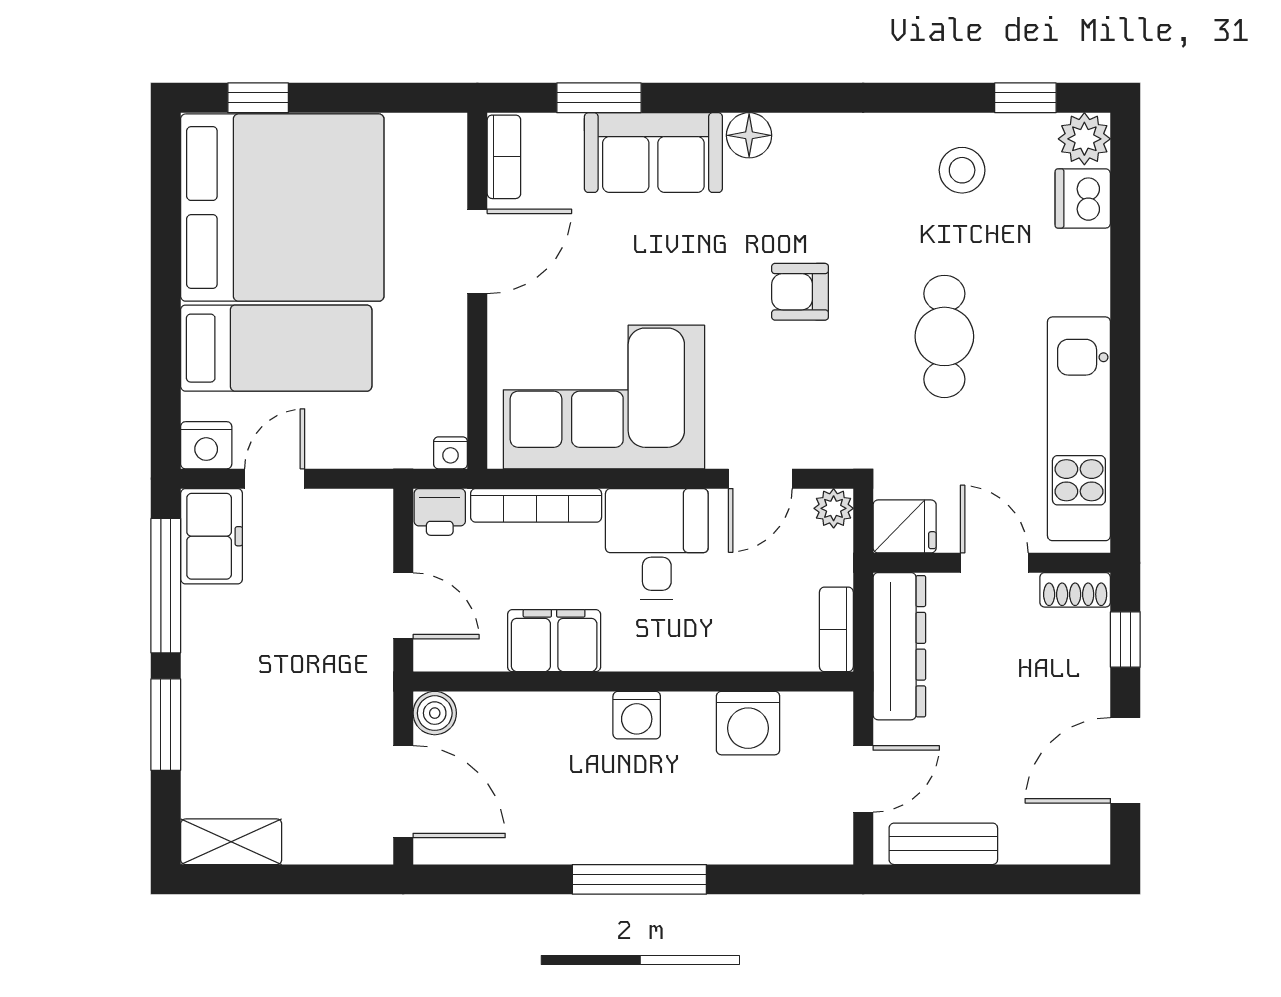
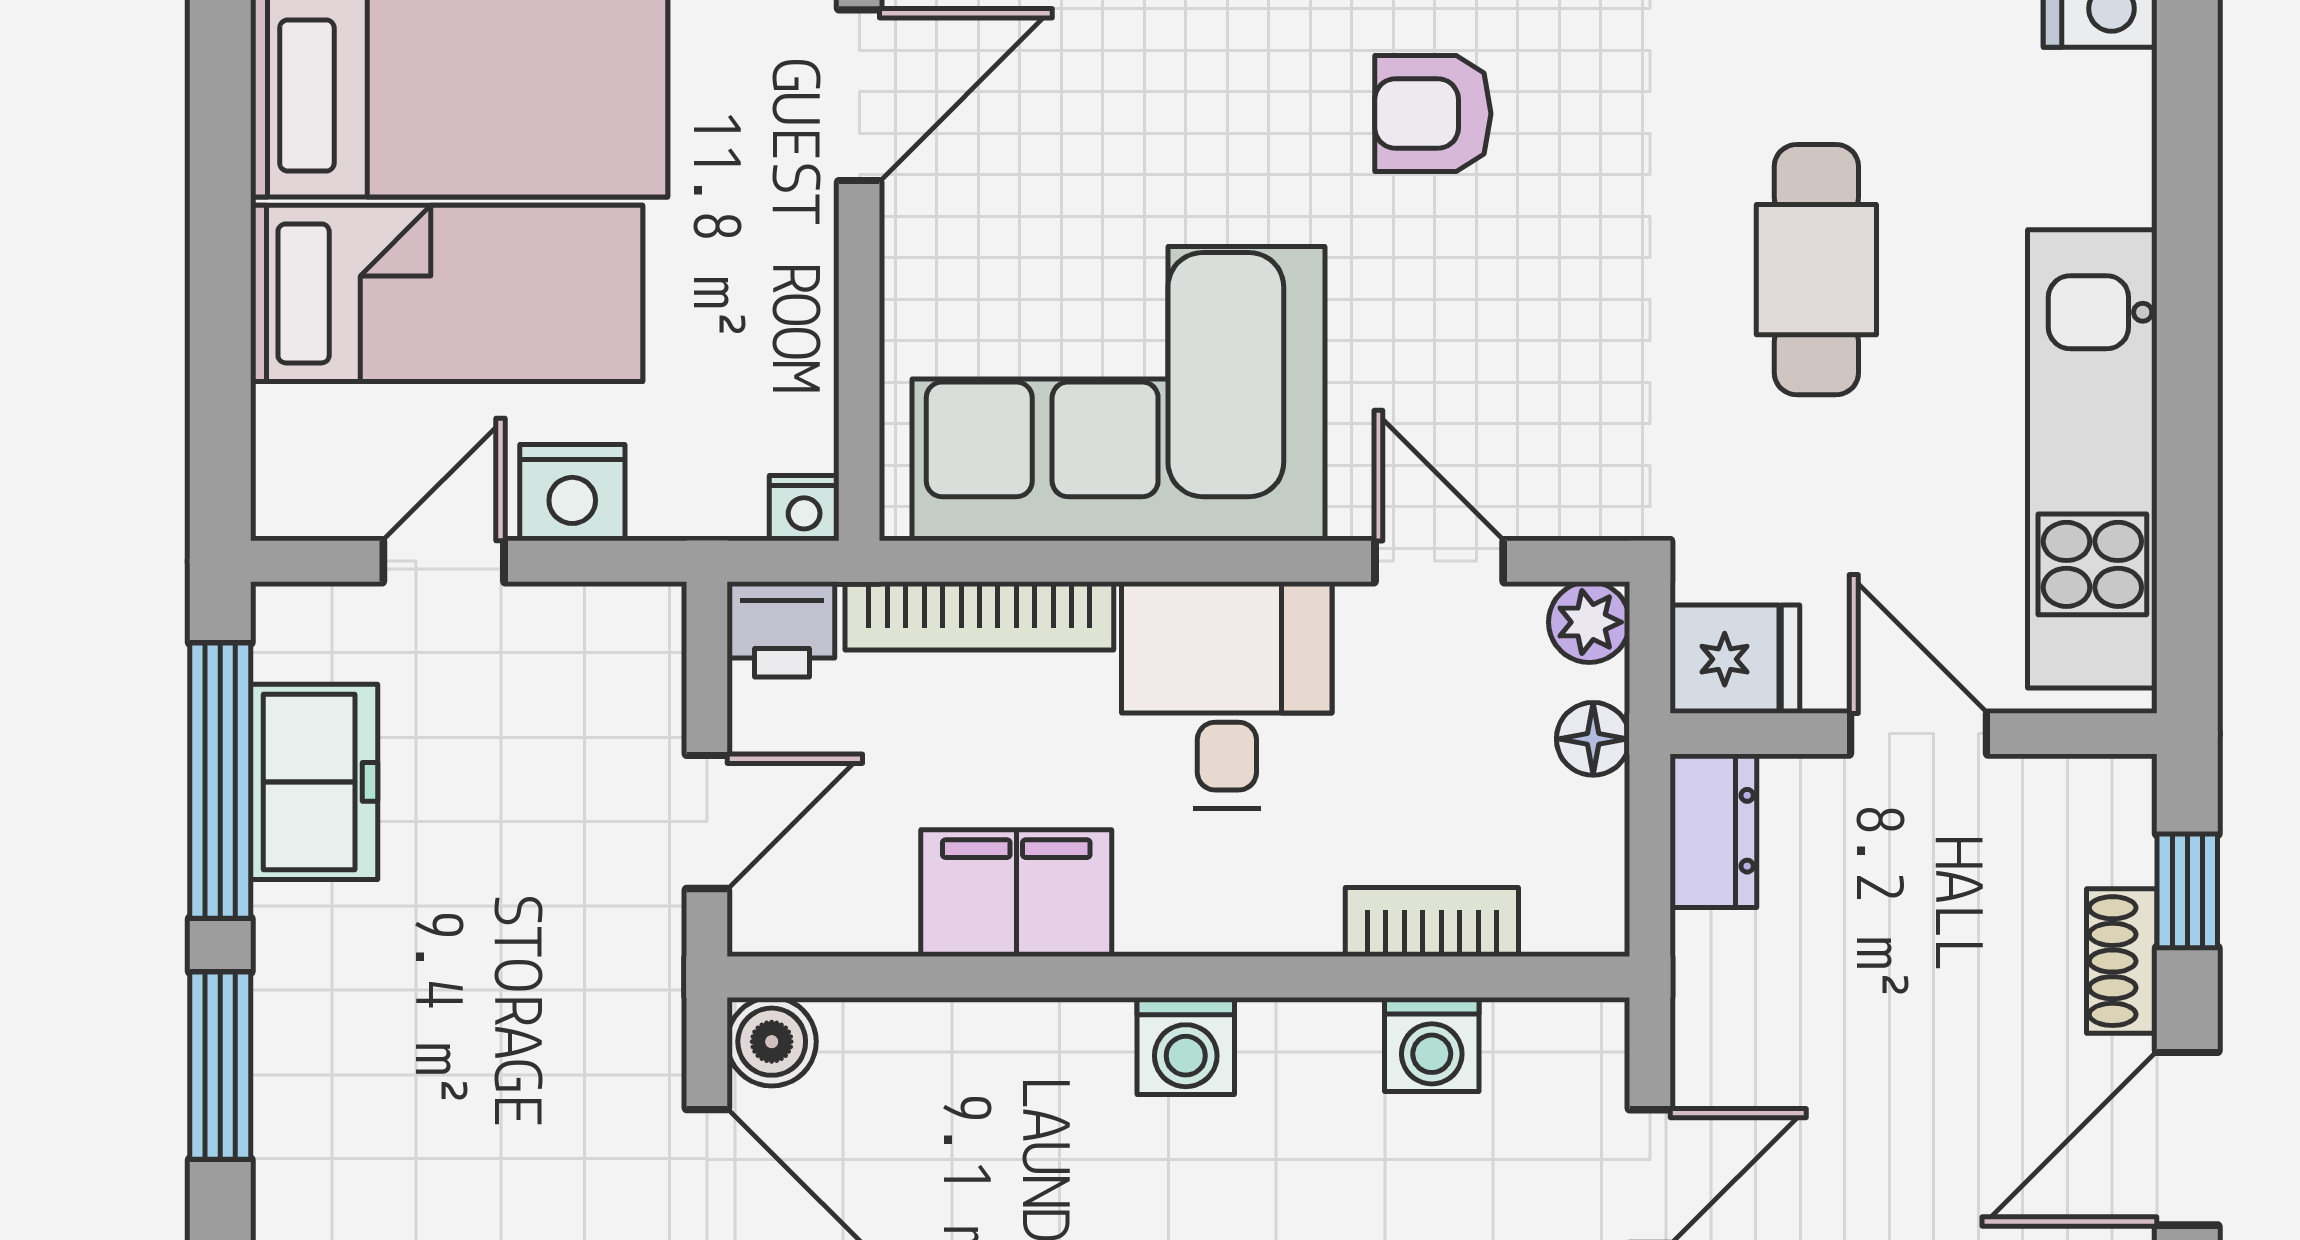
armchair: (800, 292) -> (1433, 114), moved
nightstand: (206, 445) -> (572, 493), moved
door: (760, 479) -> (1439, 561), swing flipped
freezer: (212, 536) -> (314, 782), moved
floor lamp: (835, 565) -> (1593, 739), added
shoe rack: (1075, 590) -> (2122, 961), moved, turned 90
door: (403, 606) -> (707, 822), hinge flipped
bookcase: (836, 629) -> (1432, 922), moved, turned 90
dresser: (899, 646) -> (1713, 831), width x0.51, depth x0.80
washing machine: (748, 723) -> (1432, 1044), width x0.73, depth x0.73

